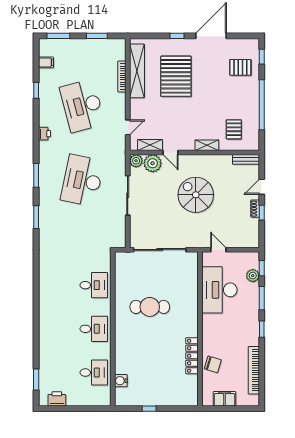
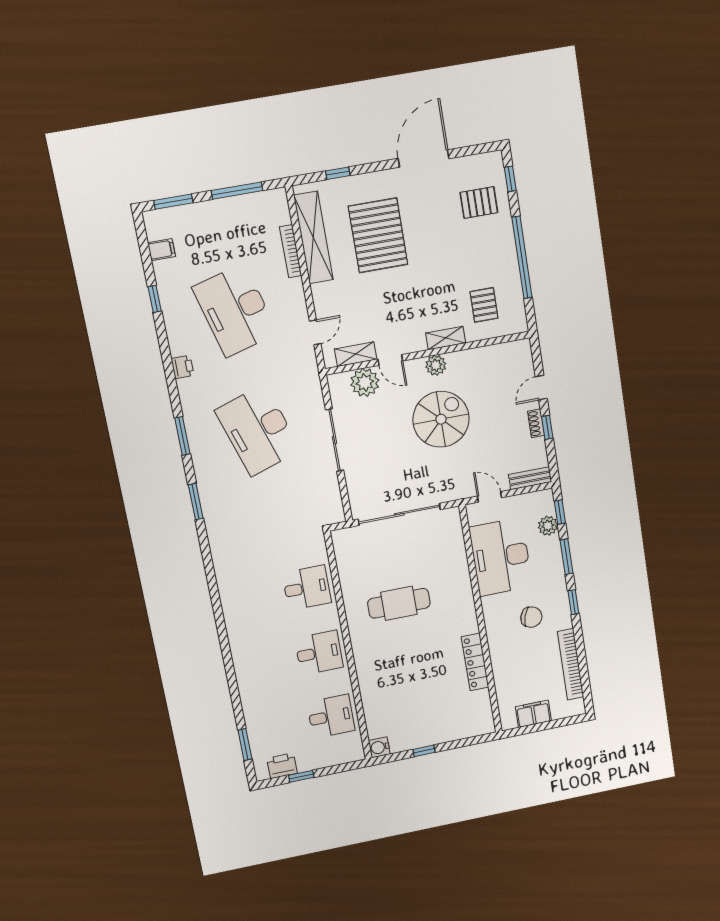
window: (97, 36) -> (237, 191), width x1.44
window: (177, 36) -> (338, 173), moved
bench: (246, 159) -> (530, 478), moved
plant: (136, 161) -> (436, 365), moved
desk: (82, 180) -> (258, 430), turned -30
spiral stairs: (196, 195) -> (441, 419), turned 90
chair: (213, 364) -> (531, 617), moved
water cooler: (121, 381) -> (379, 747), moved
window: (68, 409) -> (301, 776), added

